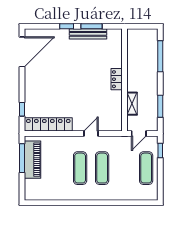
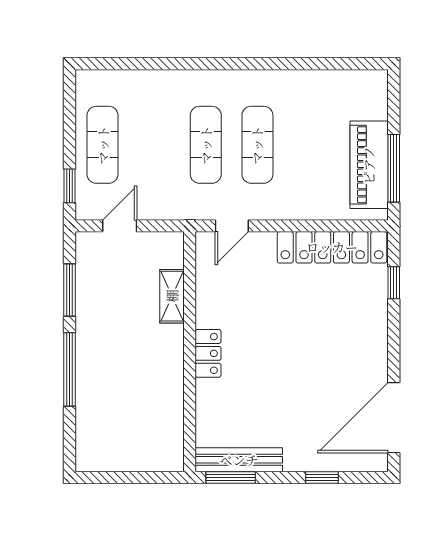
window: (67, 26) -> (322, 478), moved
window: (160, 56) -> (69, 369), moved
locker: (117, 79) -> (208, 353), moved
wall: (124, 80) -> (190, 352), moved
shelving: (132, 104) -> (172, 296), moved

